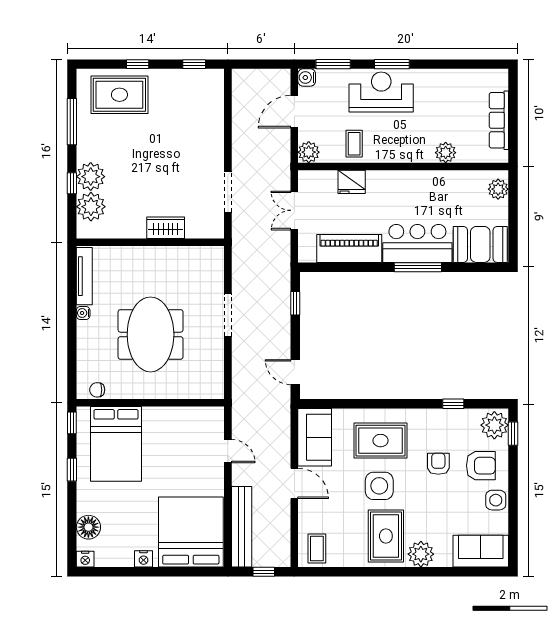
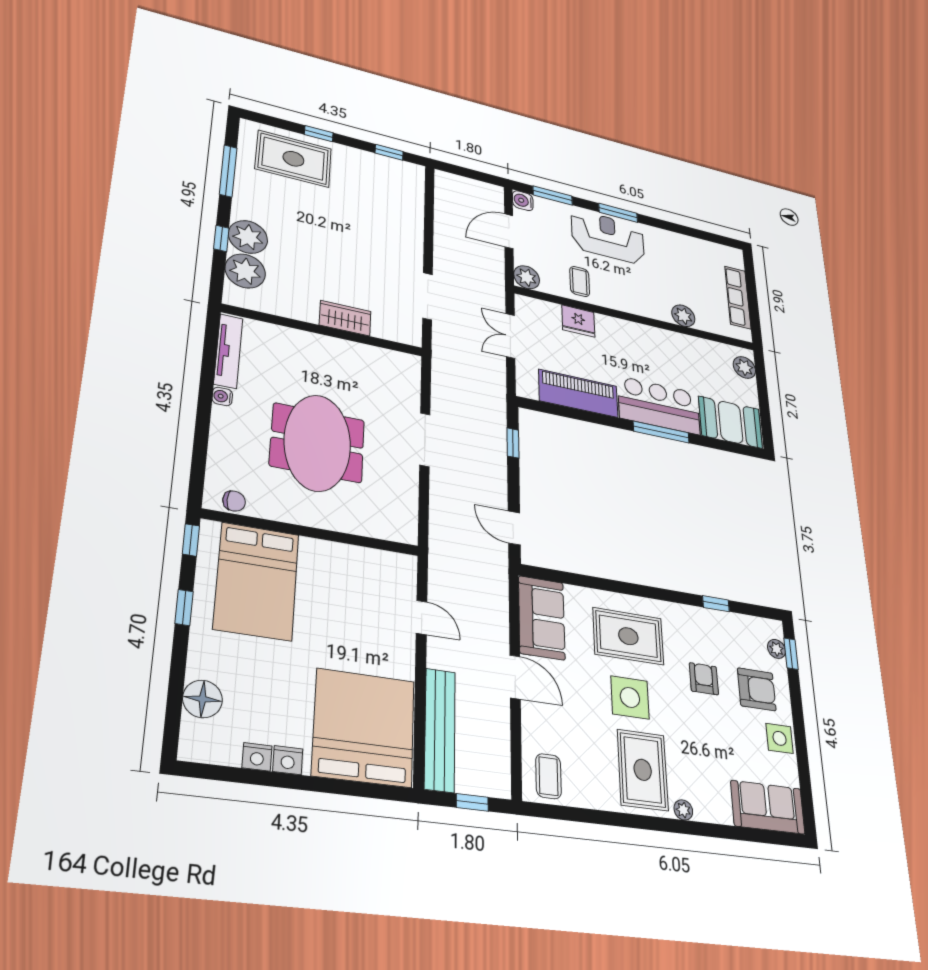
chair: (97, 390) -> (234, 501), turned 180
plant: (494, 425) -> (777, 649), width x0.53, depth x0.53
plant: (421, 554) -> (683, 810), width x0.53, depth x0.53
nightstand: (85, 559) -> (257, 757), moved

